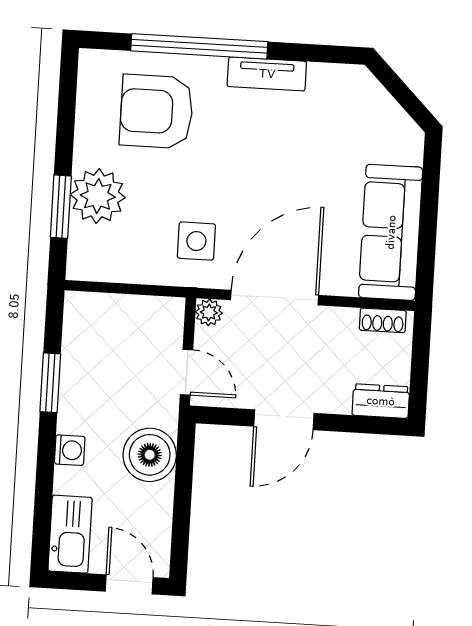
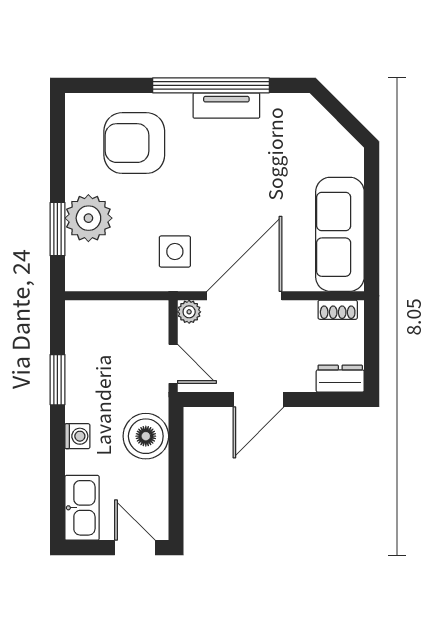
window: (199, 46) -> (211, 85), moved

